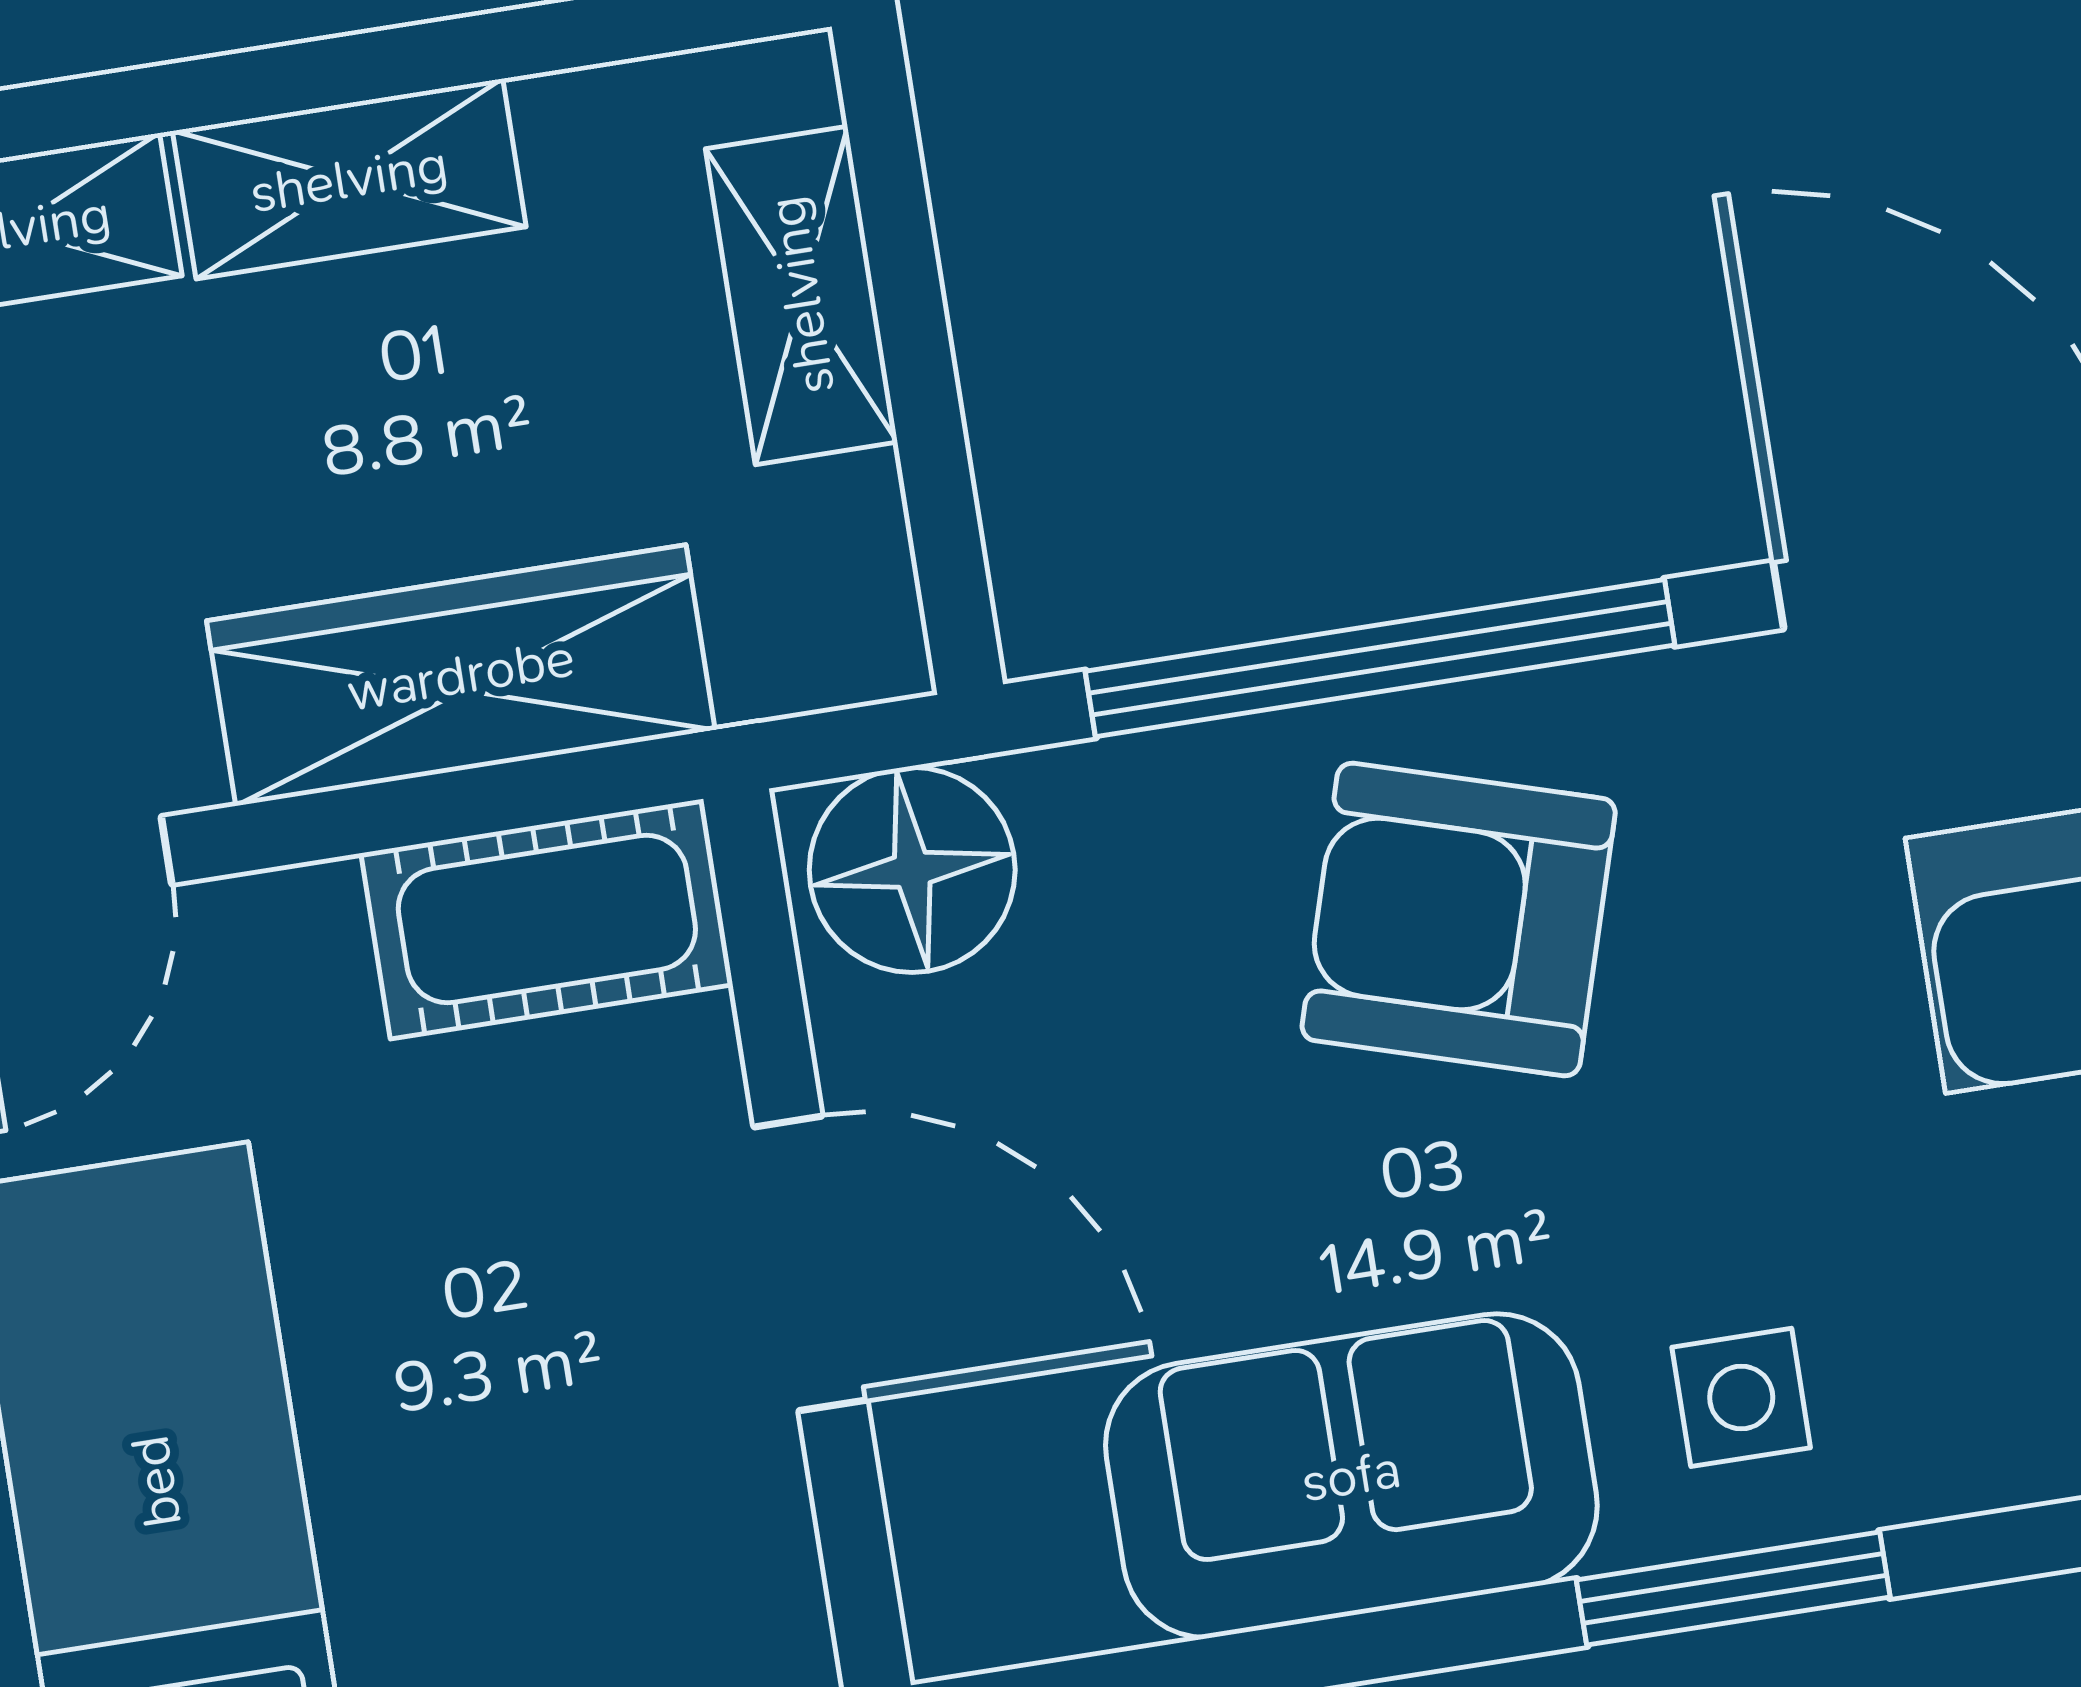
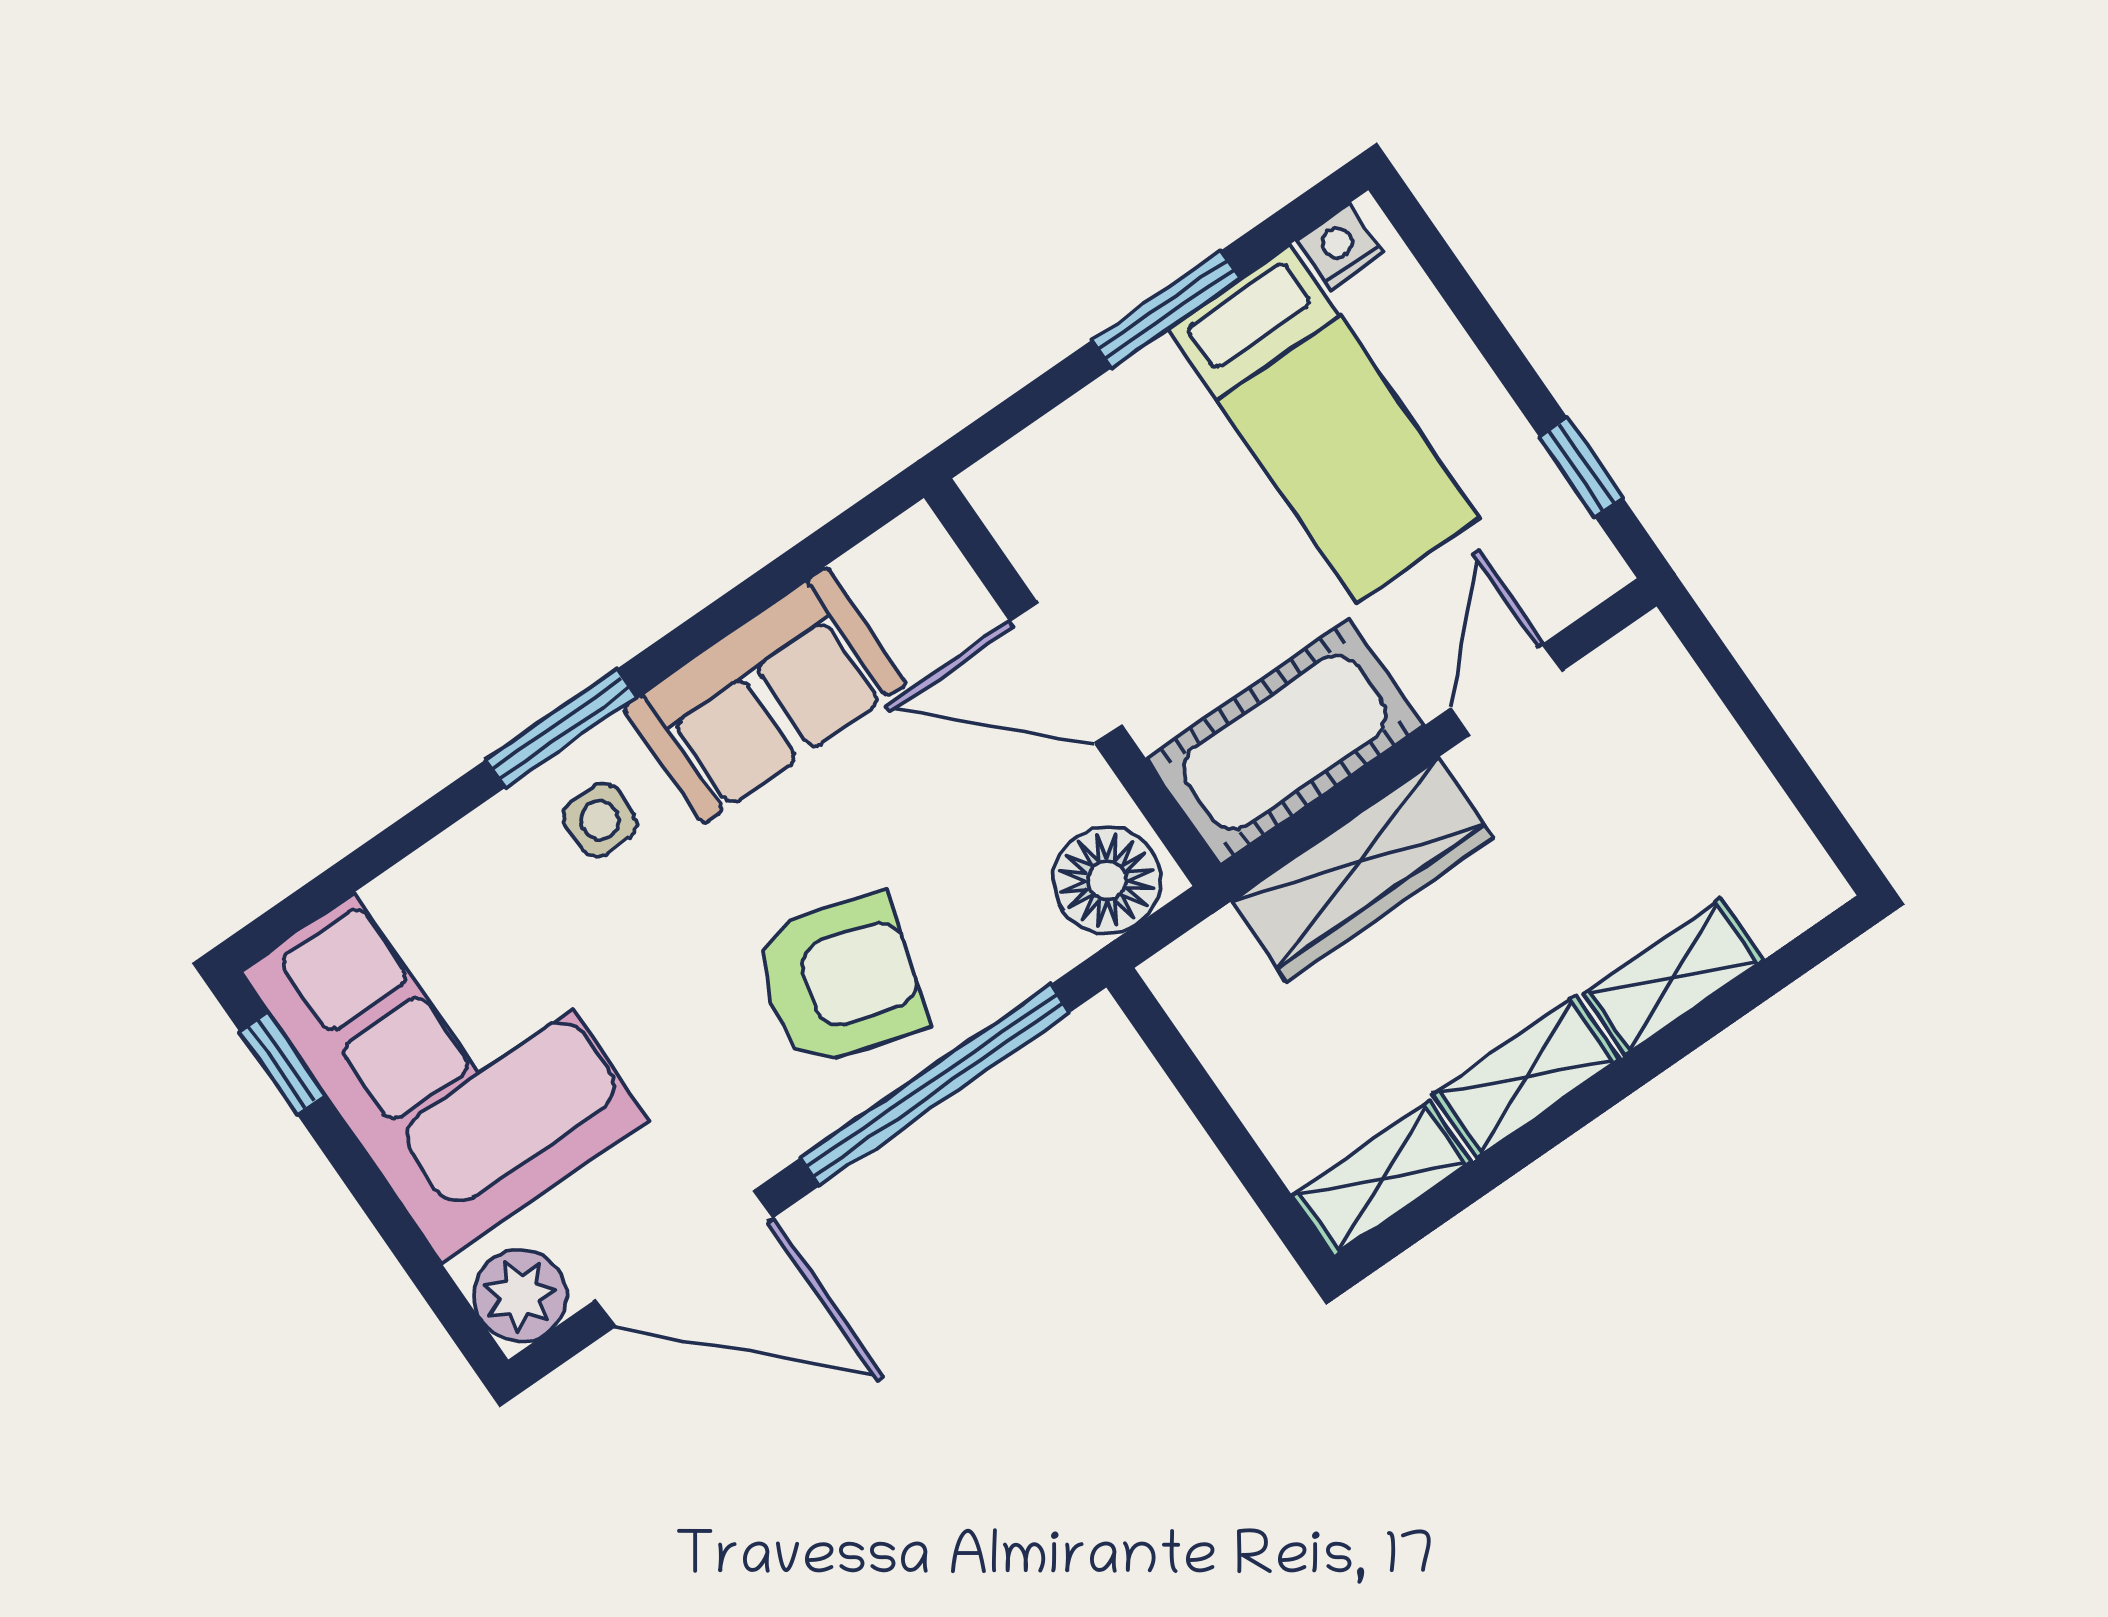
shelving: (801, 295) -> (1382, 1179), moved, turned 90
cot: (547, 919) -> (1285, 742), width x1.37, depth x1.34

